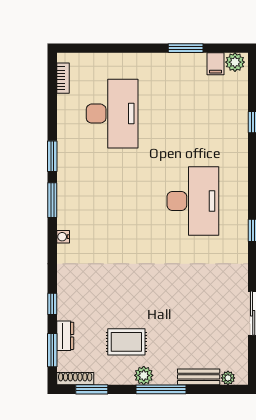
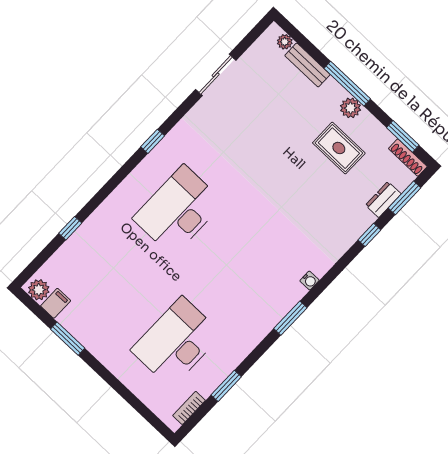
window: (52, 156) -> (226, 386), moved

